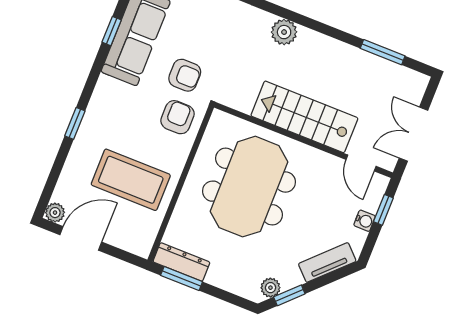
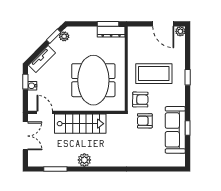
plant: (284, 32) -> (84, 160), moved
armchair: (177, 117) -> (140, 100), turned -89
coffee table: (131, 180) -> (154, 74), moved
window: (383, 210) -> (25, 82), moved
door: (81, 238) -> (163, 24), hinge flipped

